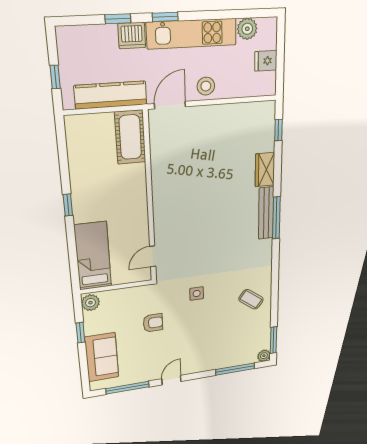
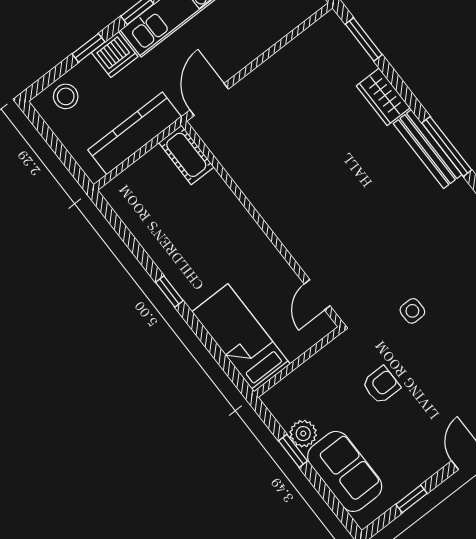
window: (55, 77) -> (63, 154), removed
stool: (206, 86) -> (66, 96), moved
window: (278, 130) -> (364, 39), width x1.50
cot: (130, 137) -> (186, 155), width x0.73, depth x0.75
plant: (91, 303) -> (303, 434), moved
window: (128, 388) -> (412, 499), width x0.46

